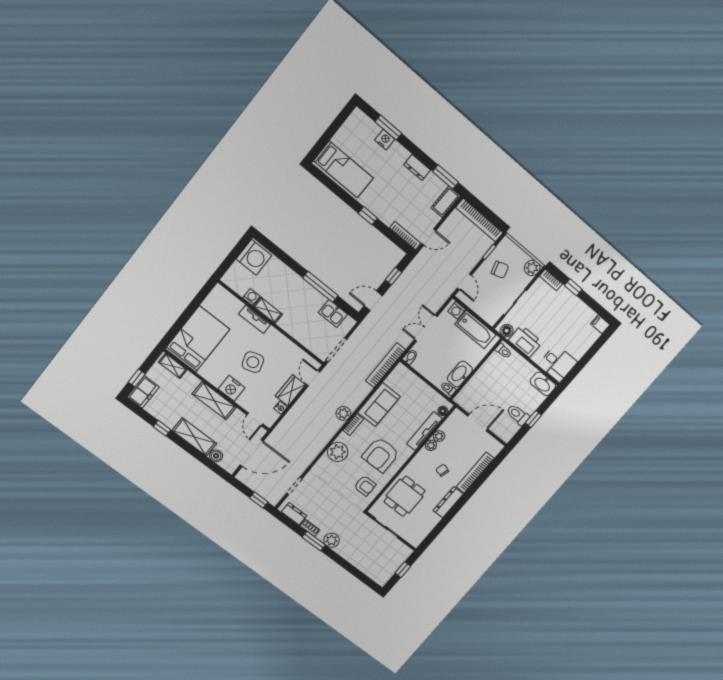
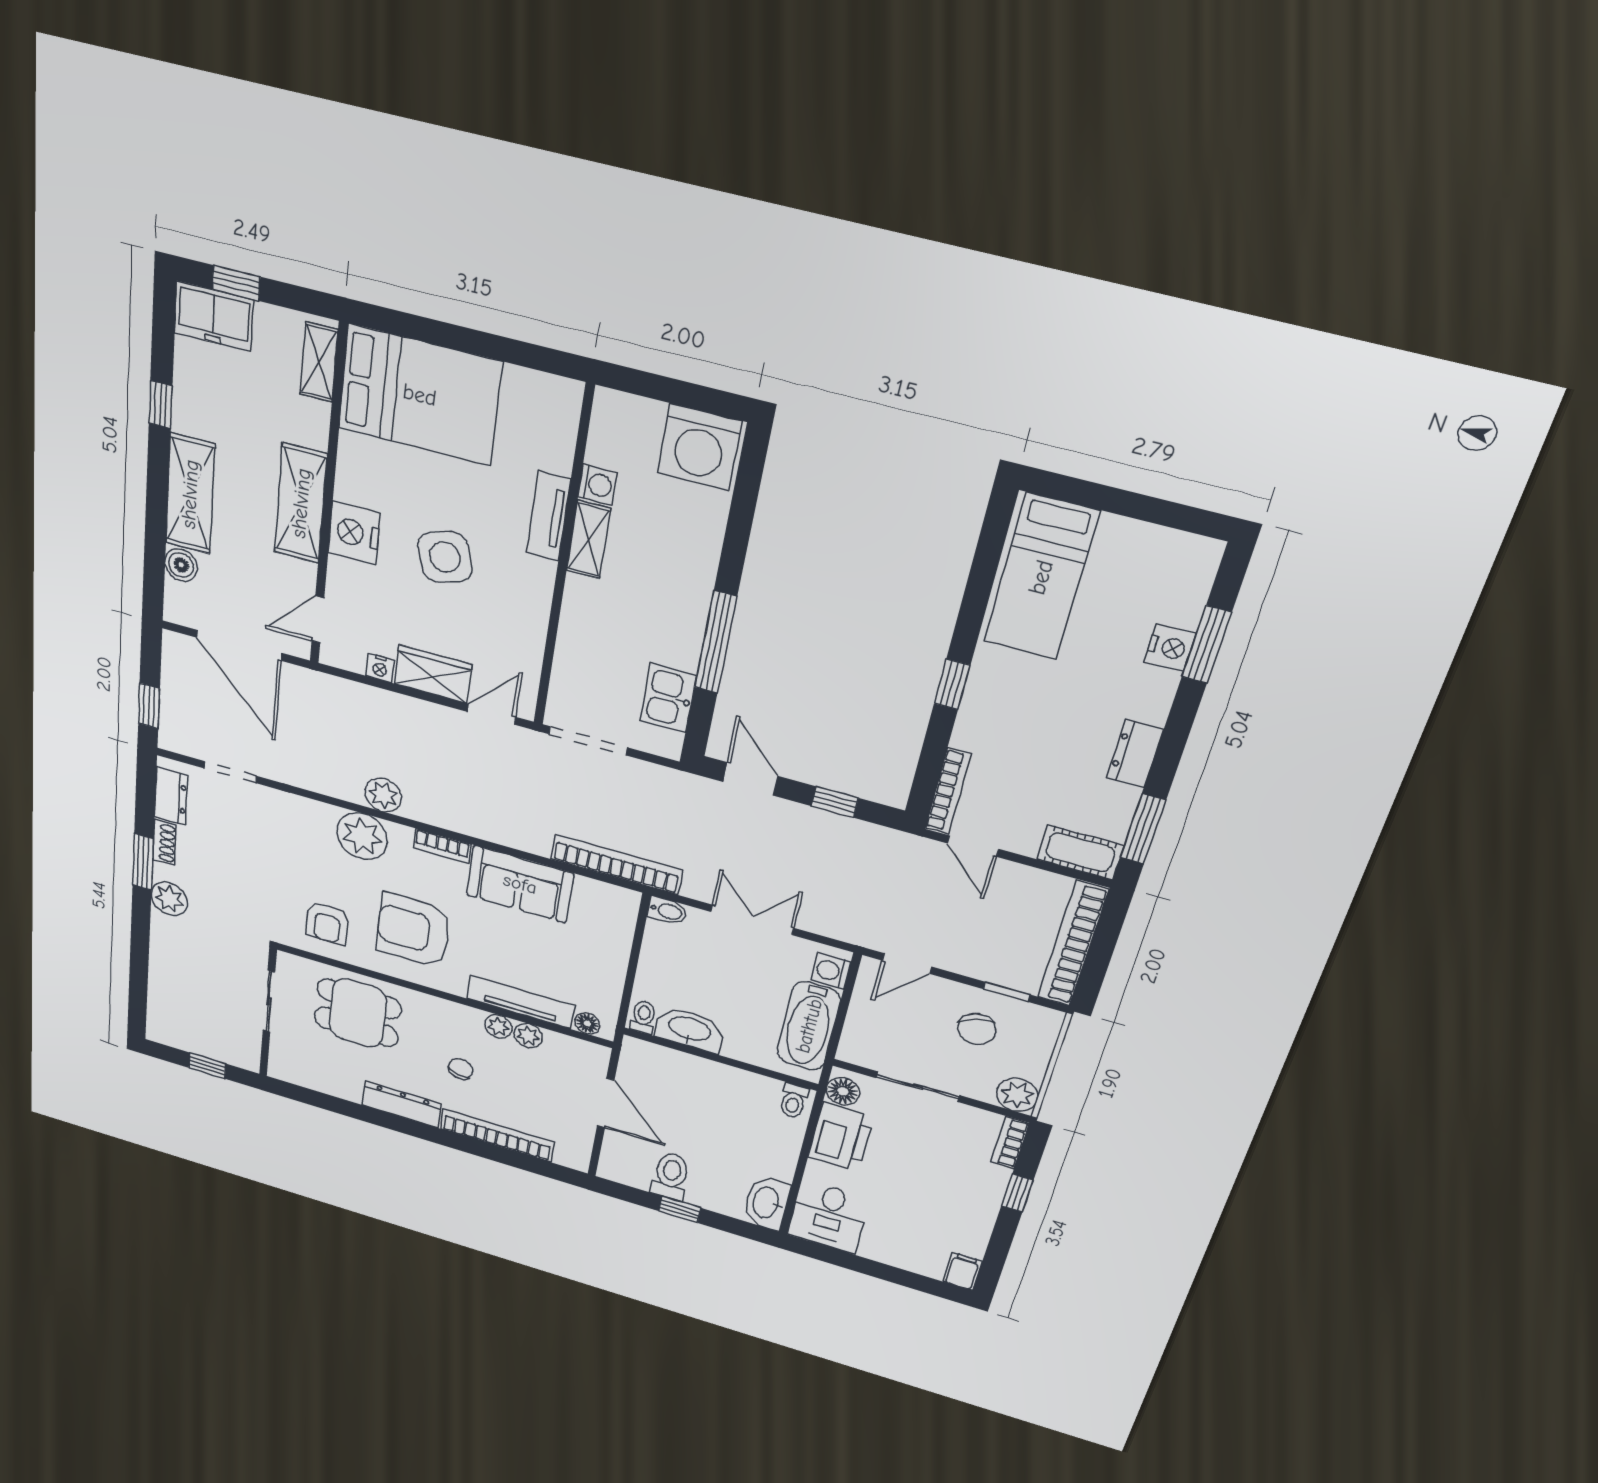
plant: (343, 413) -> (383, 795), moved

